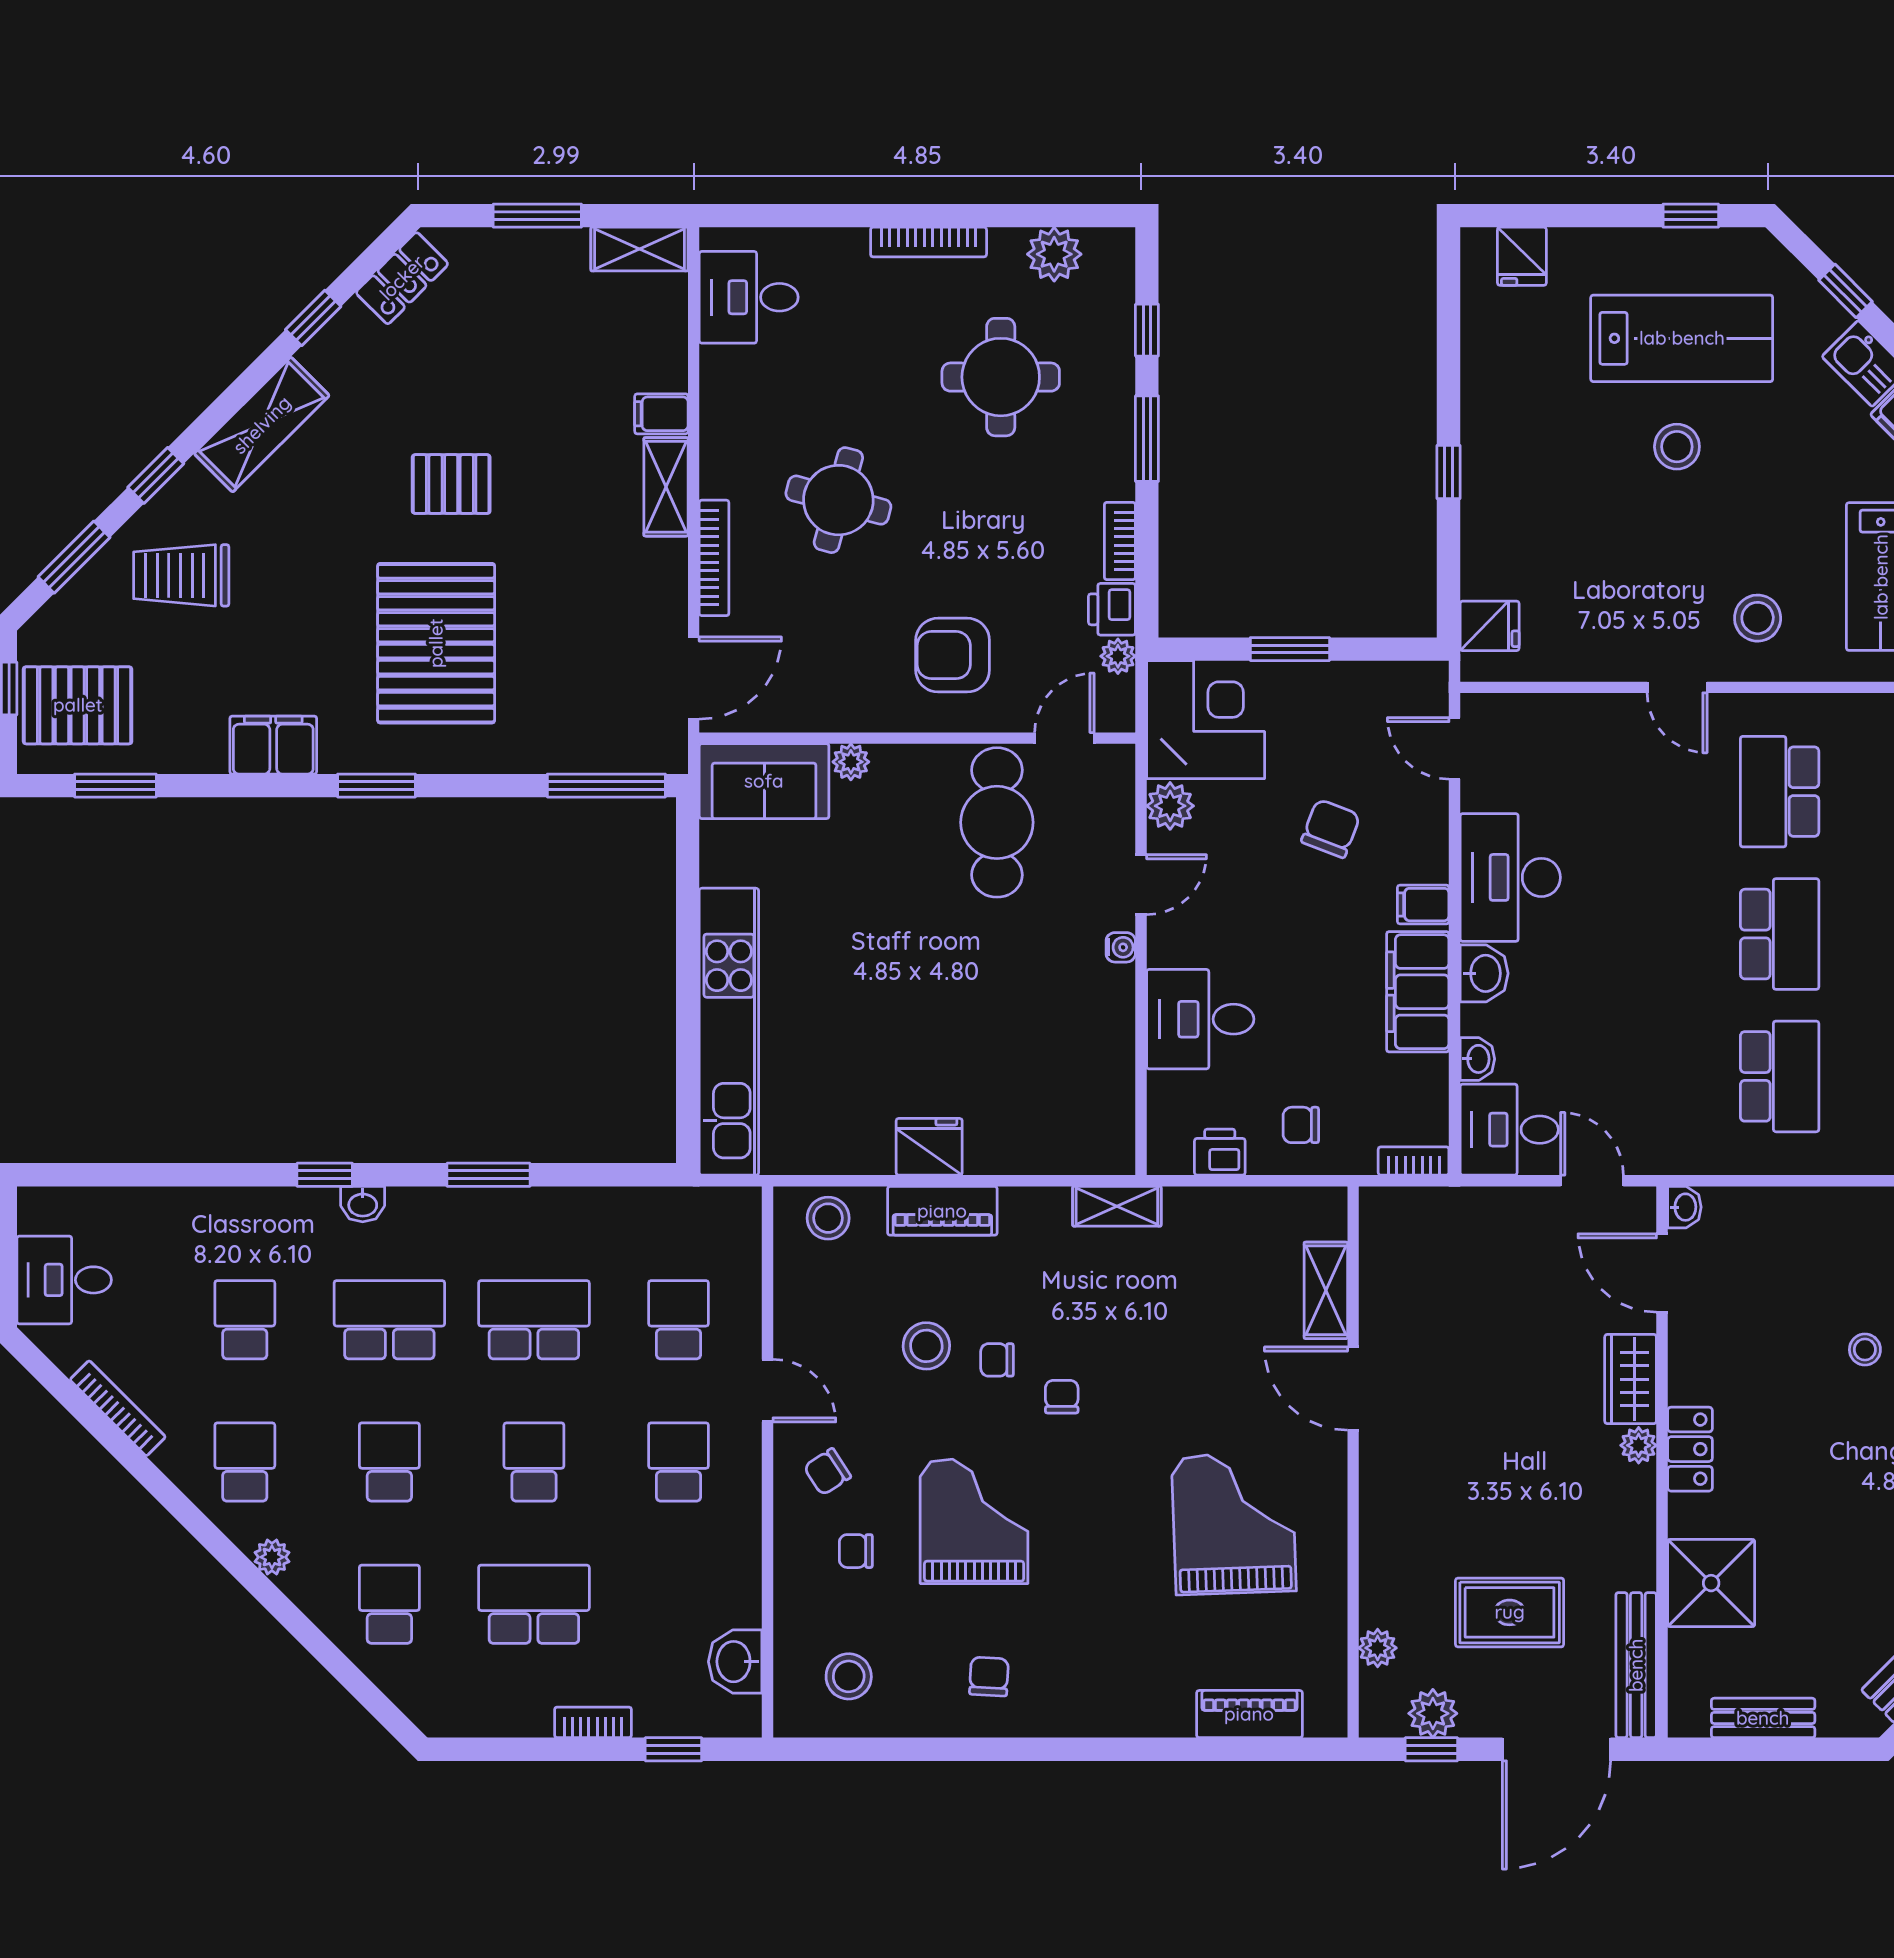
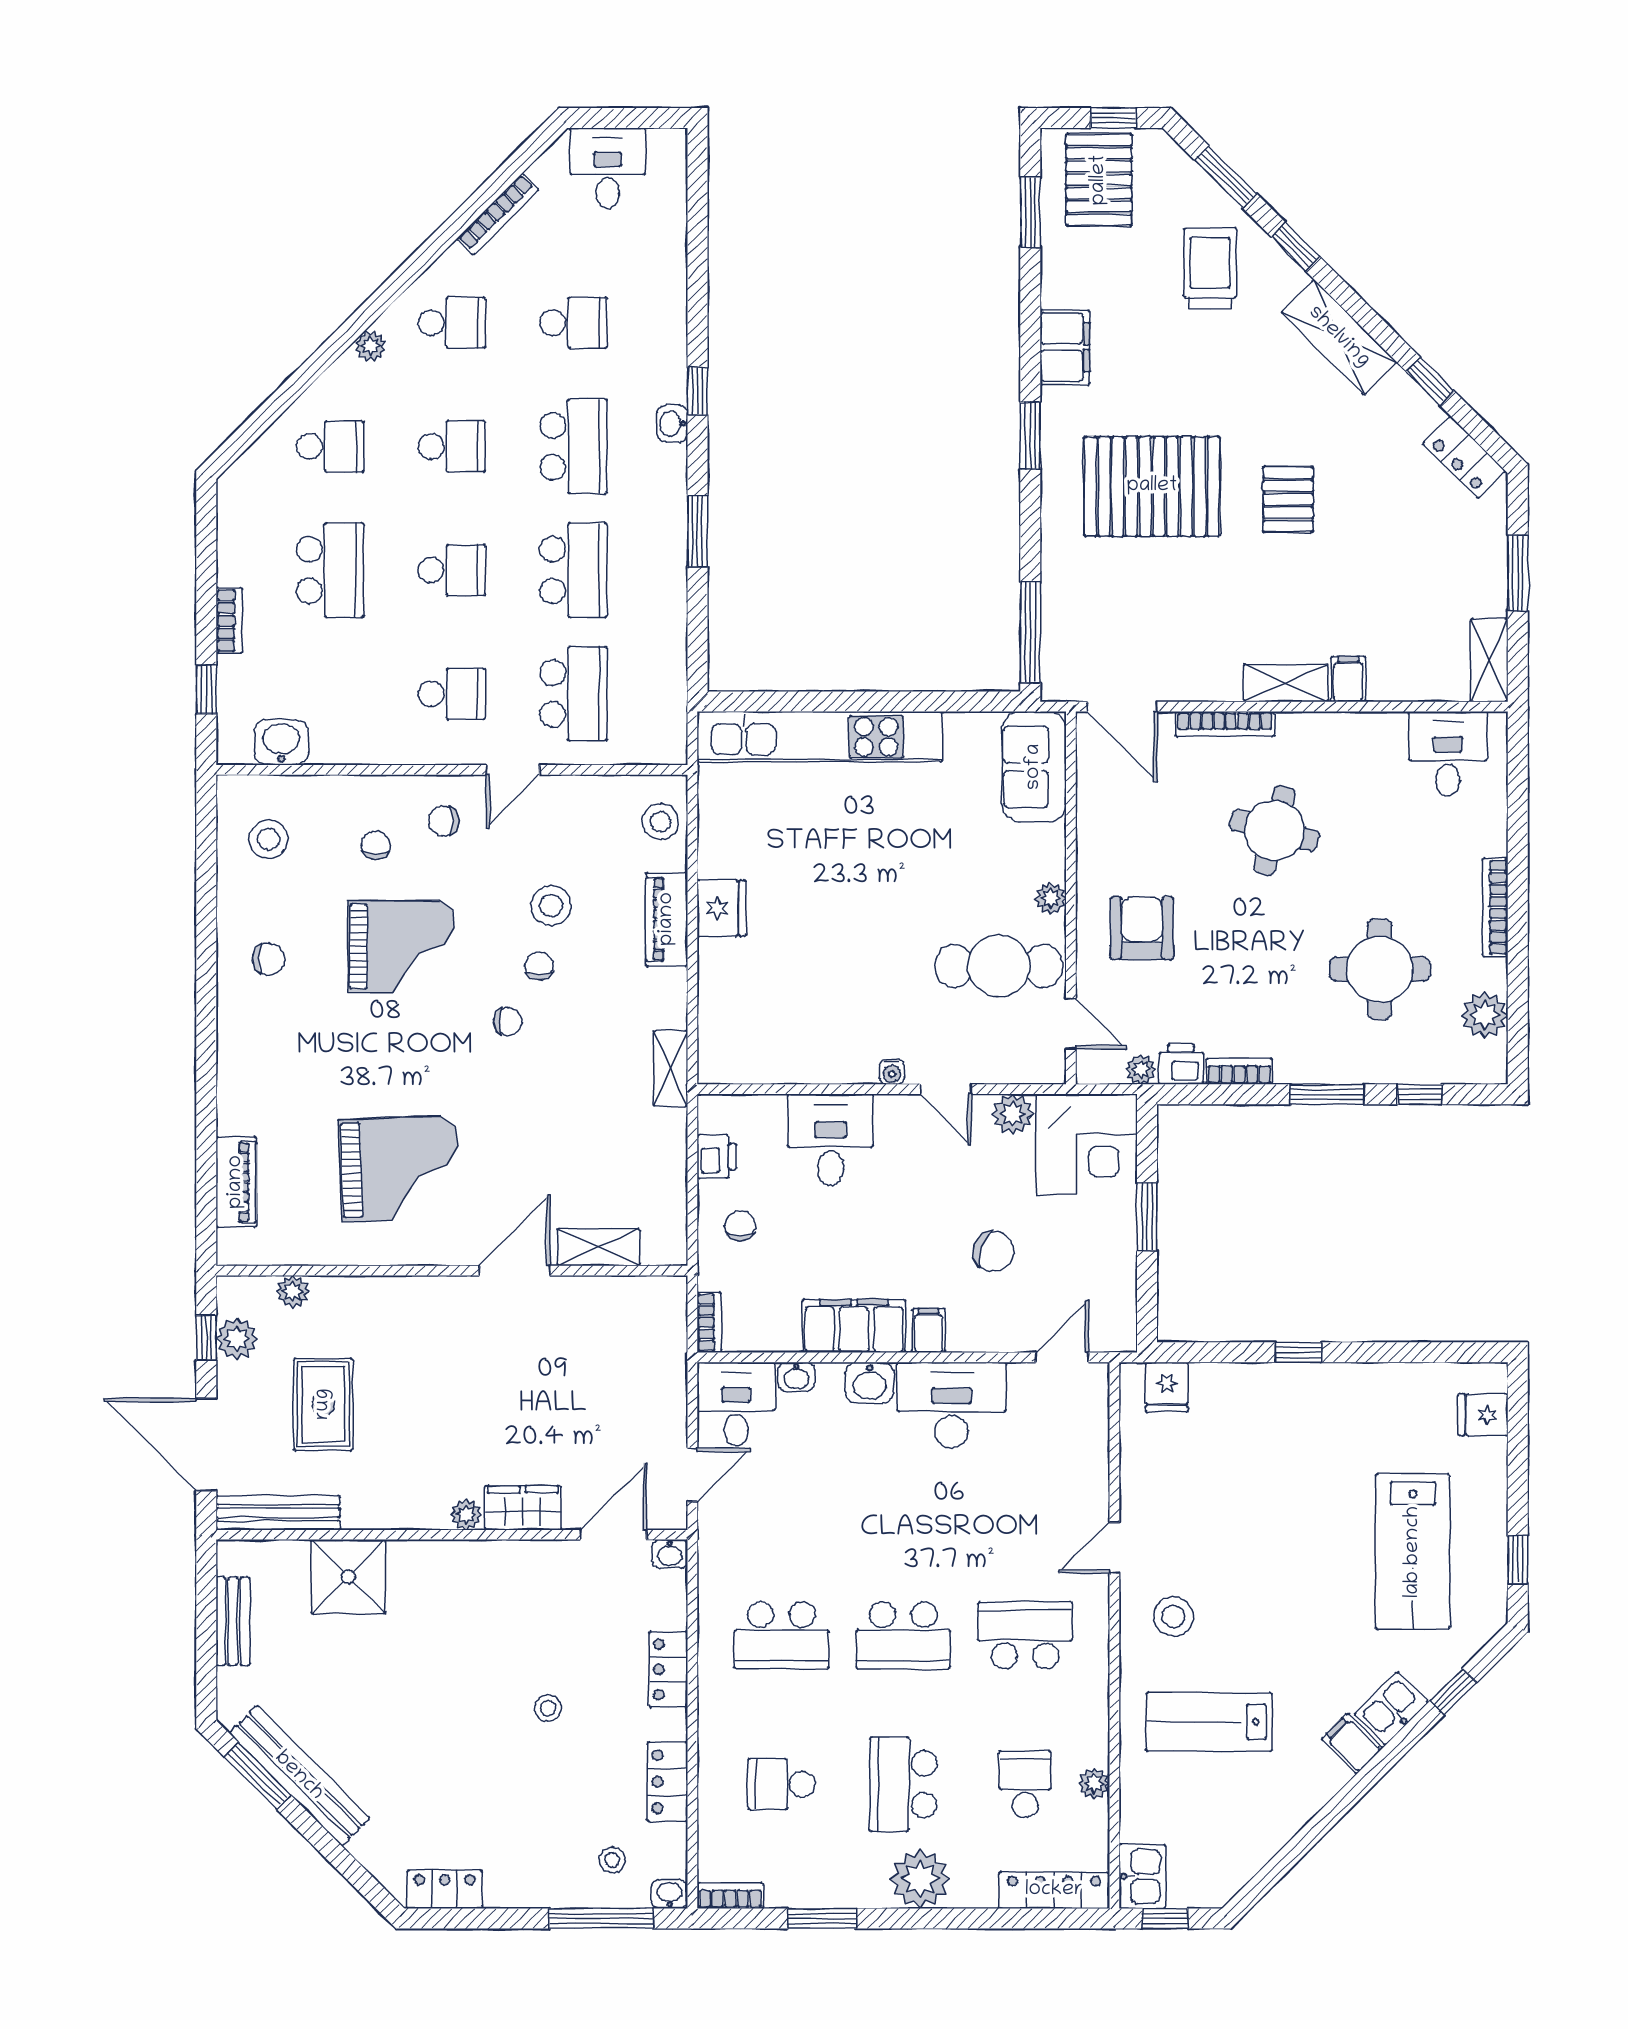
stool: (1677, 447) -> (1320, 1547), removed
plant: (851, 762) -> (1051, 898), moved
school desk: (679, 1320) -> (573, 694), width x1.85
locker: (1690, 1449) -> (668, 1669), moved, turned 90
chair: (827, 1472) -> (443, 821), turned -57

